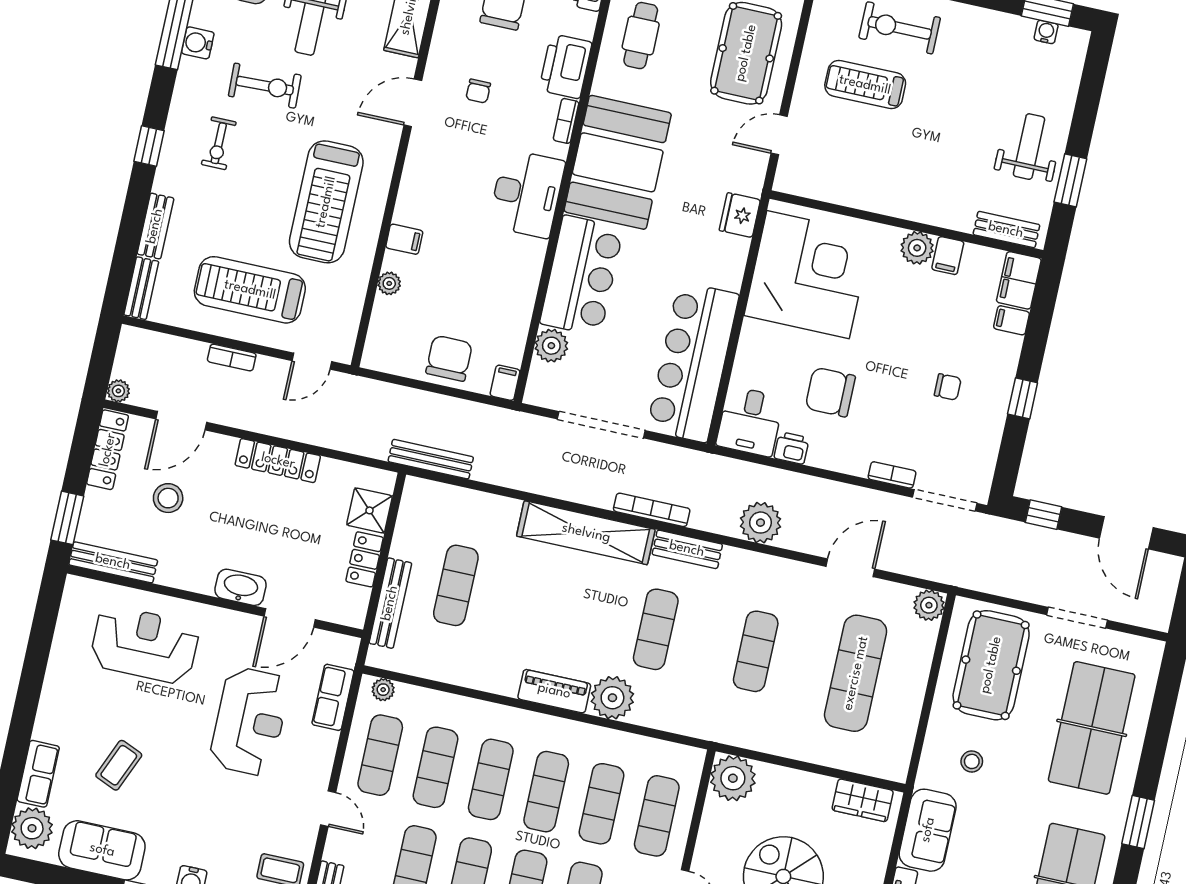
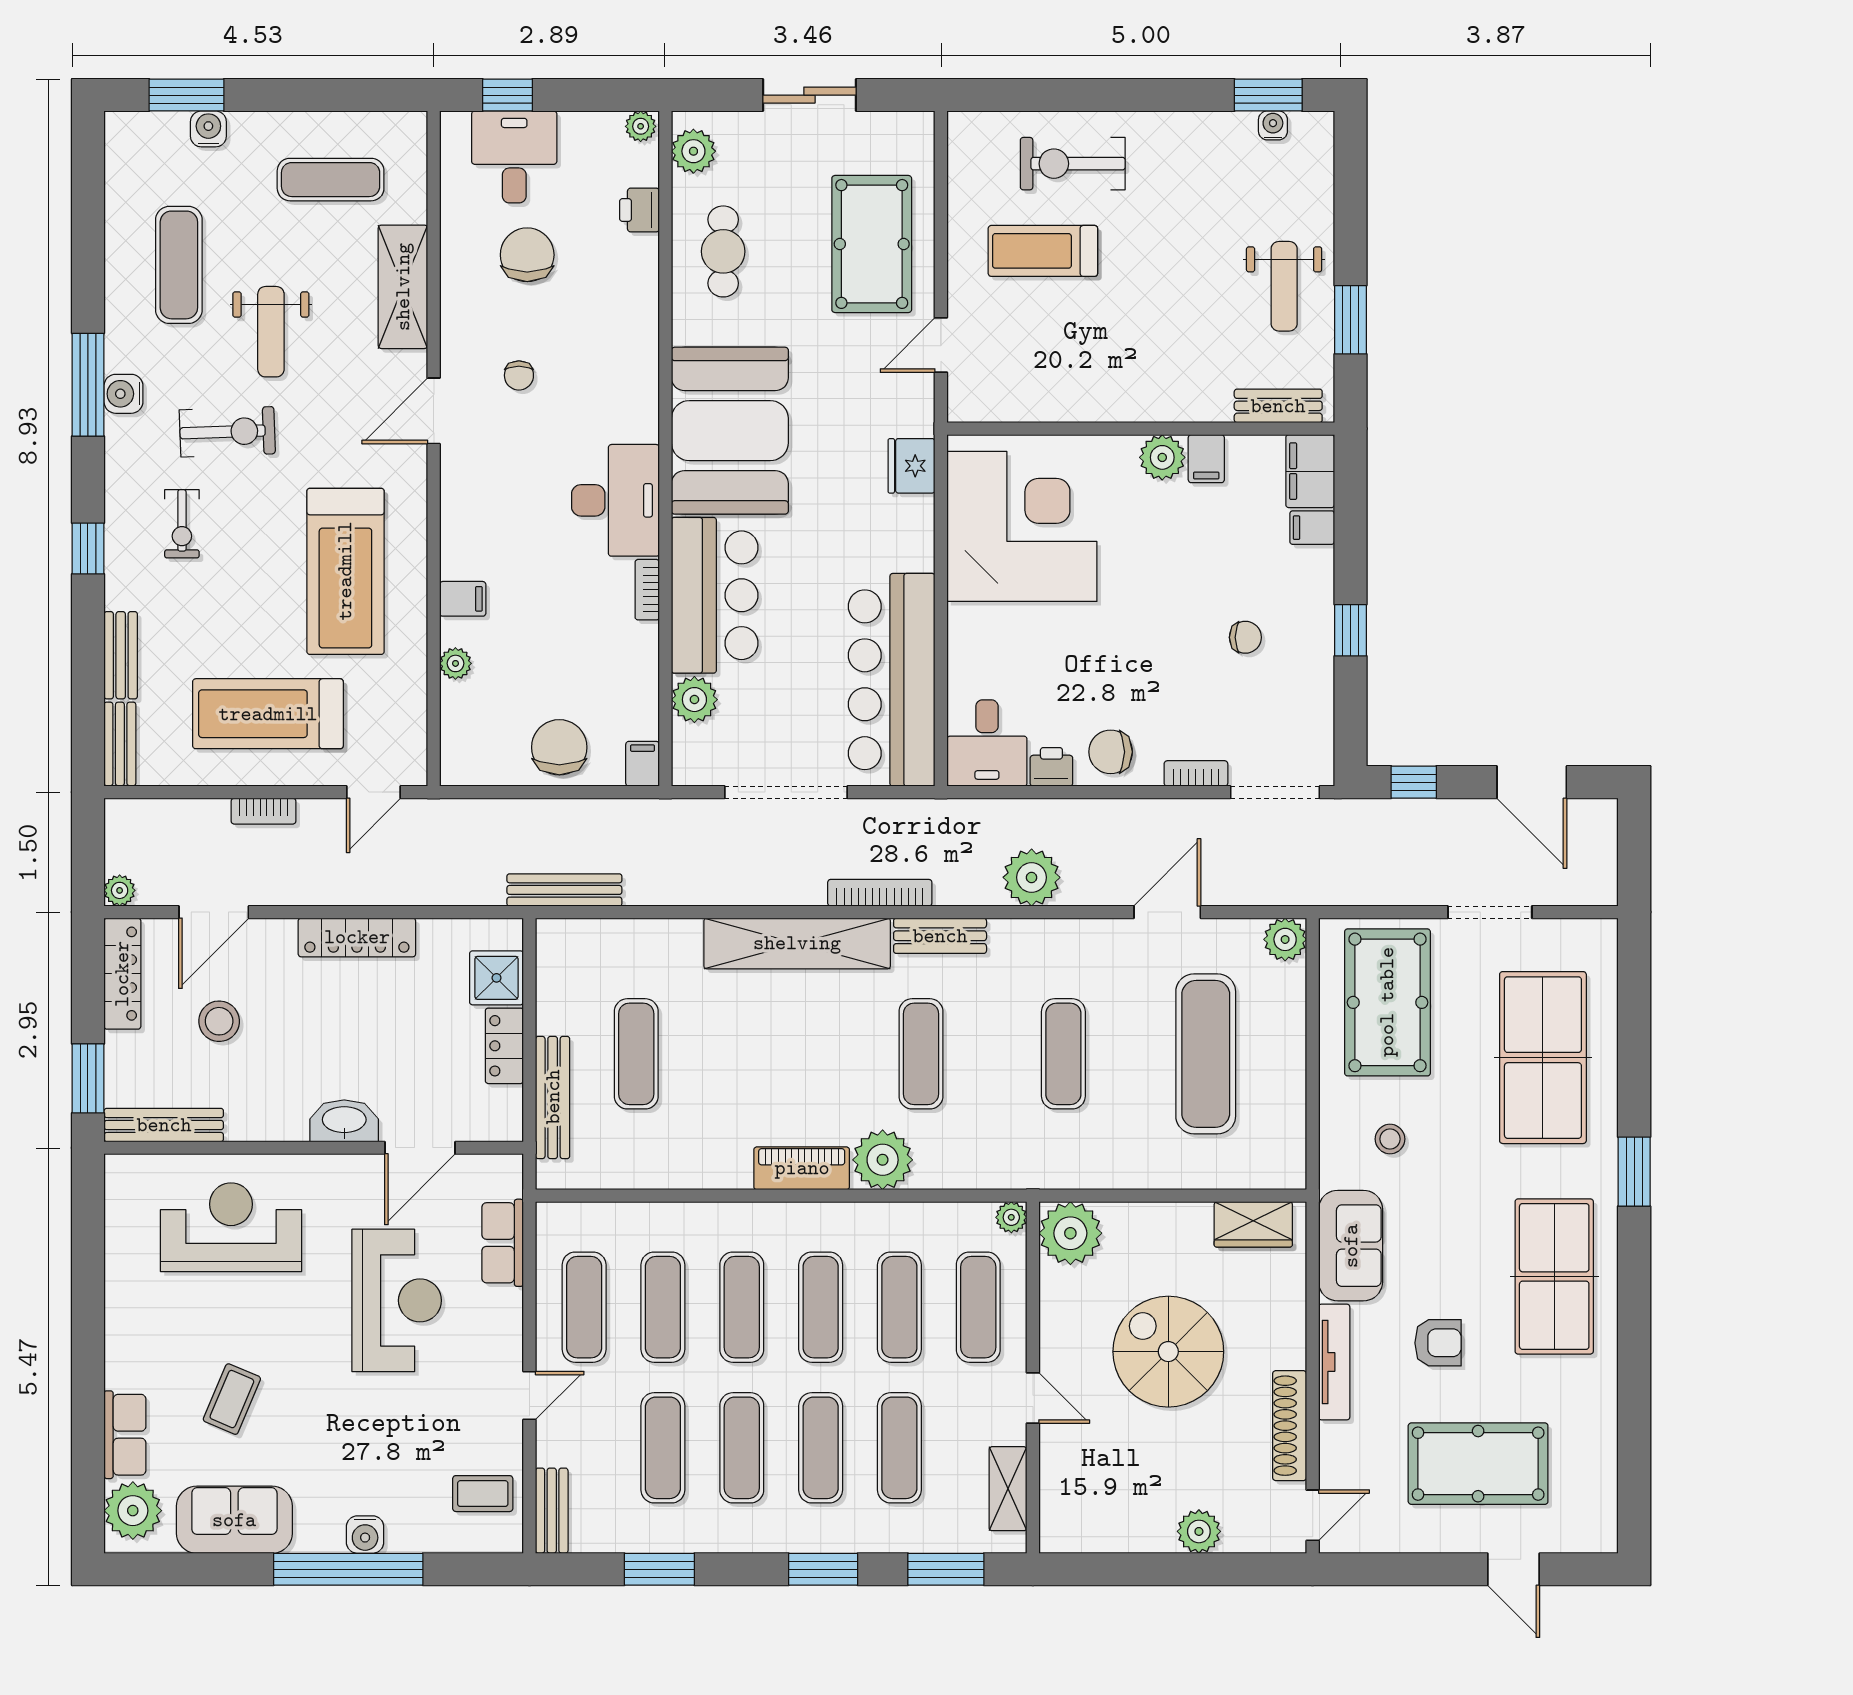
printer: (565, 66) -> (630, 316), removed
bookcase: (566, 121) -> (647, 590), moved
weight bench: (1029, 147) -> (1284, 286), turned 180
chair: (830, 392) -> (1111, 752), moved, width x0.73, depth x0.73
plant: (383, 690) -> (1011, 1217), moved
door: (328, 809) -> (529, 1395), hinge flipped

